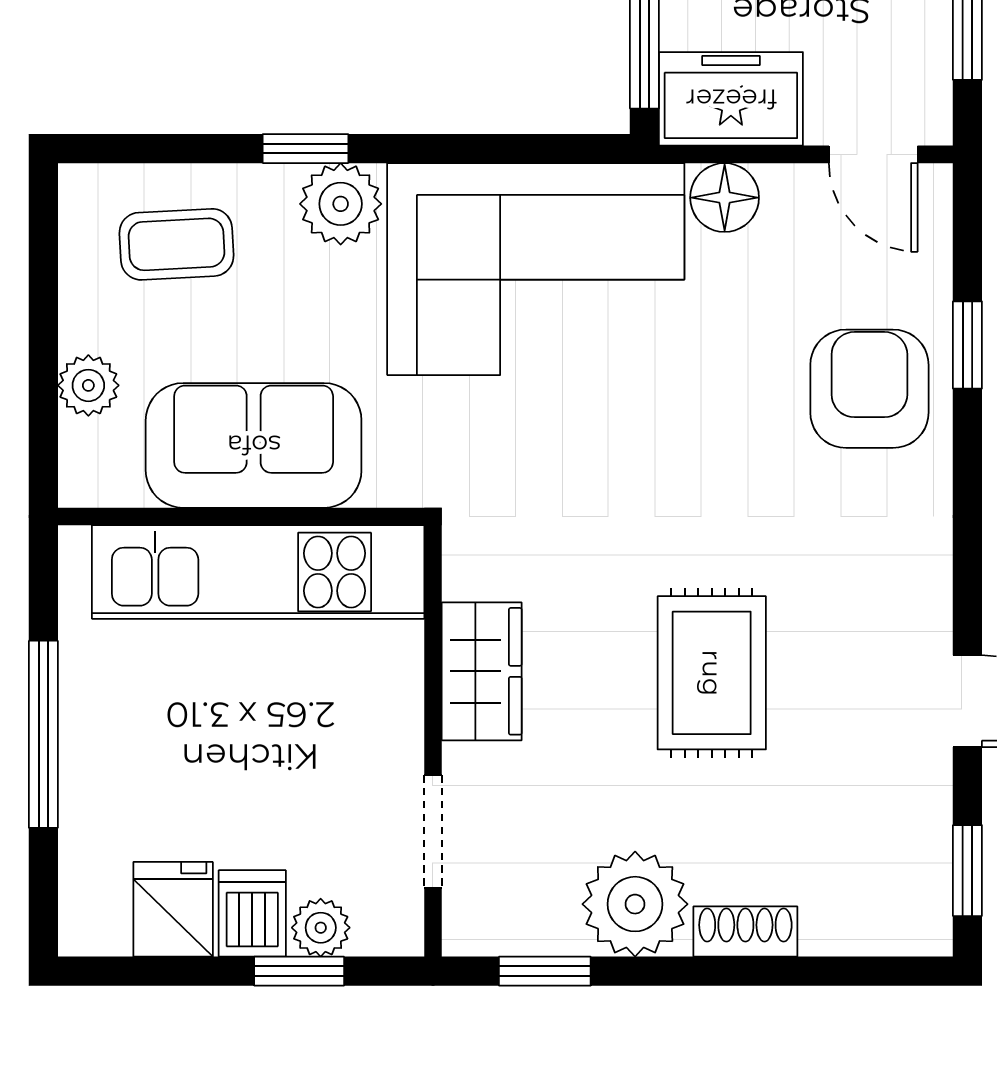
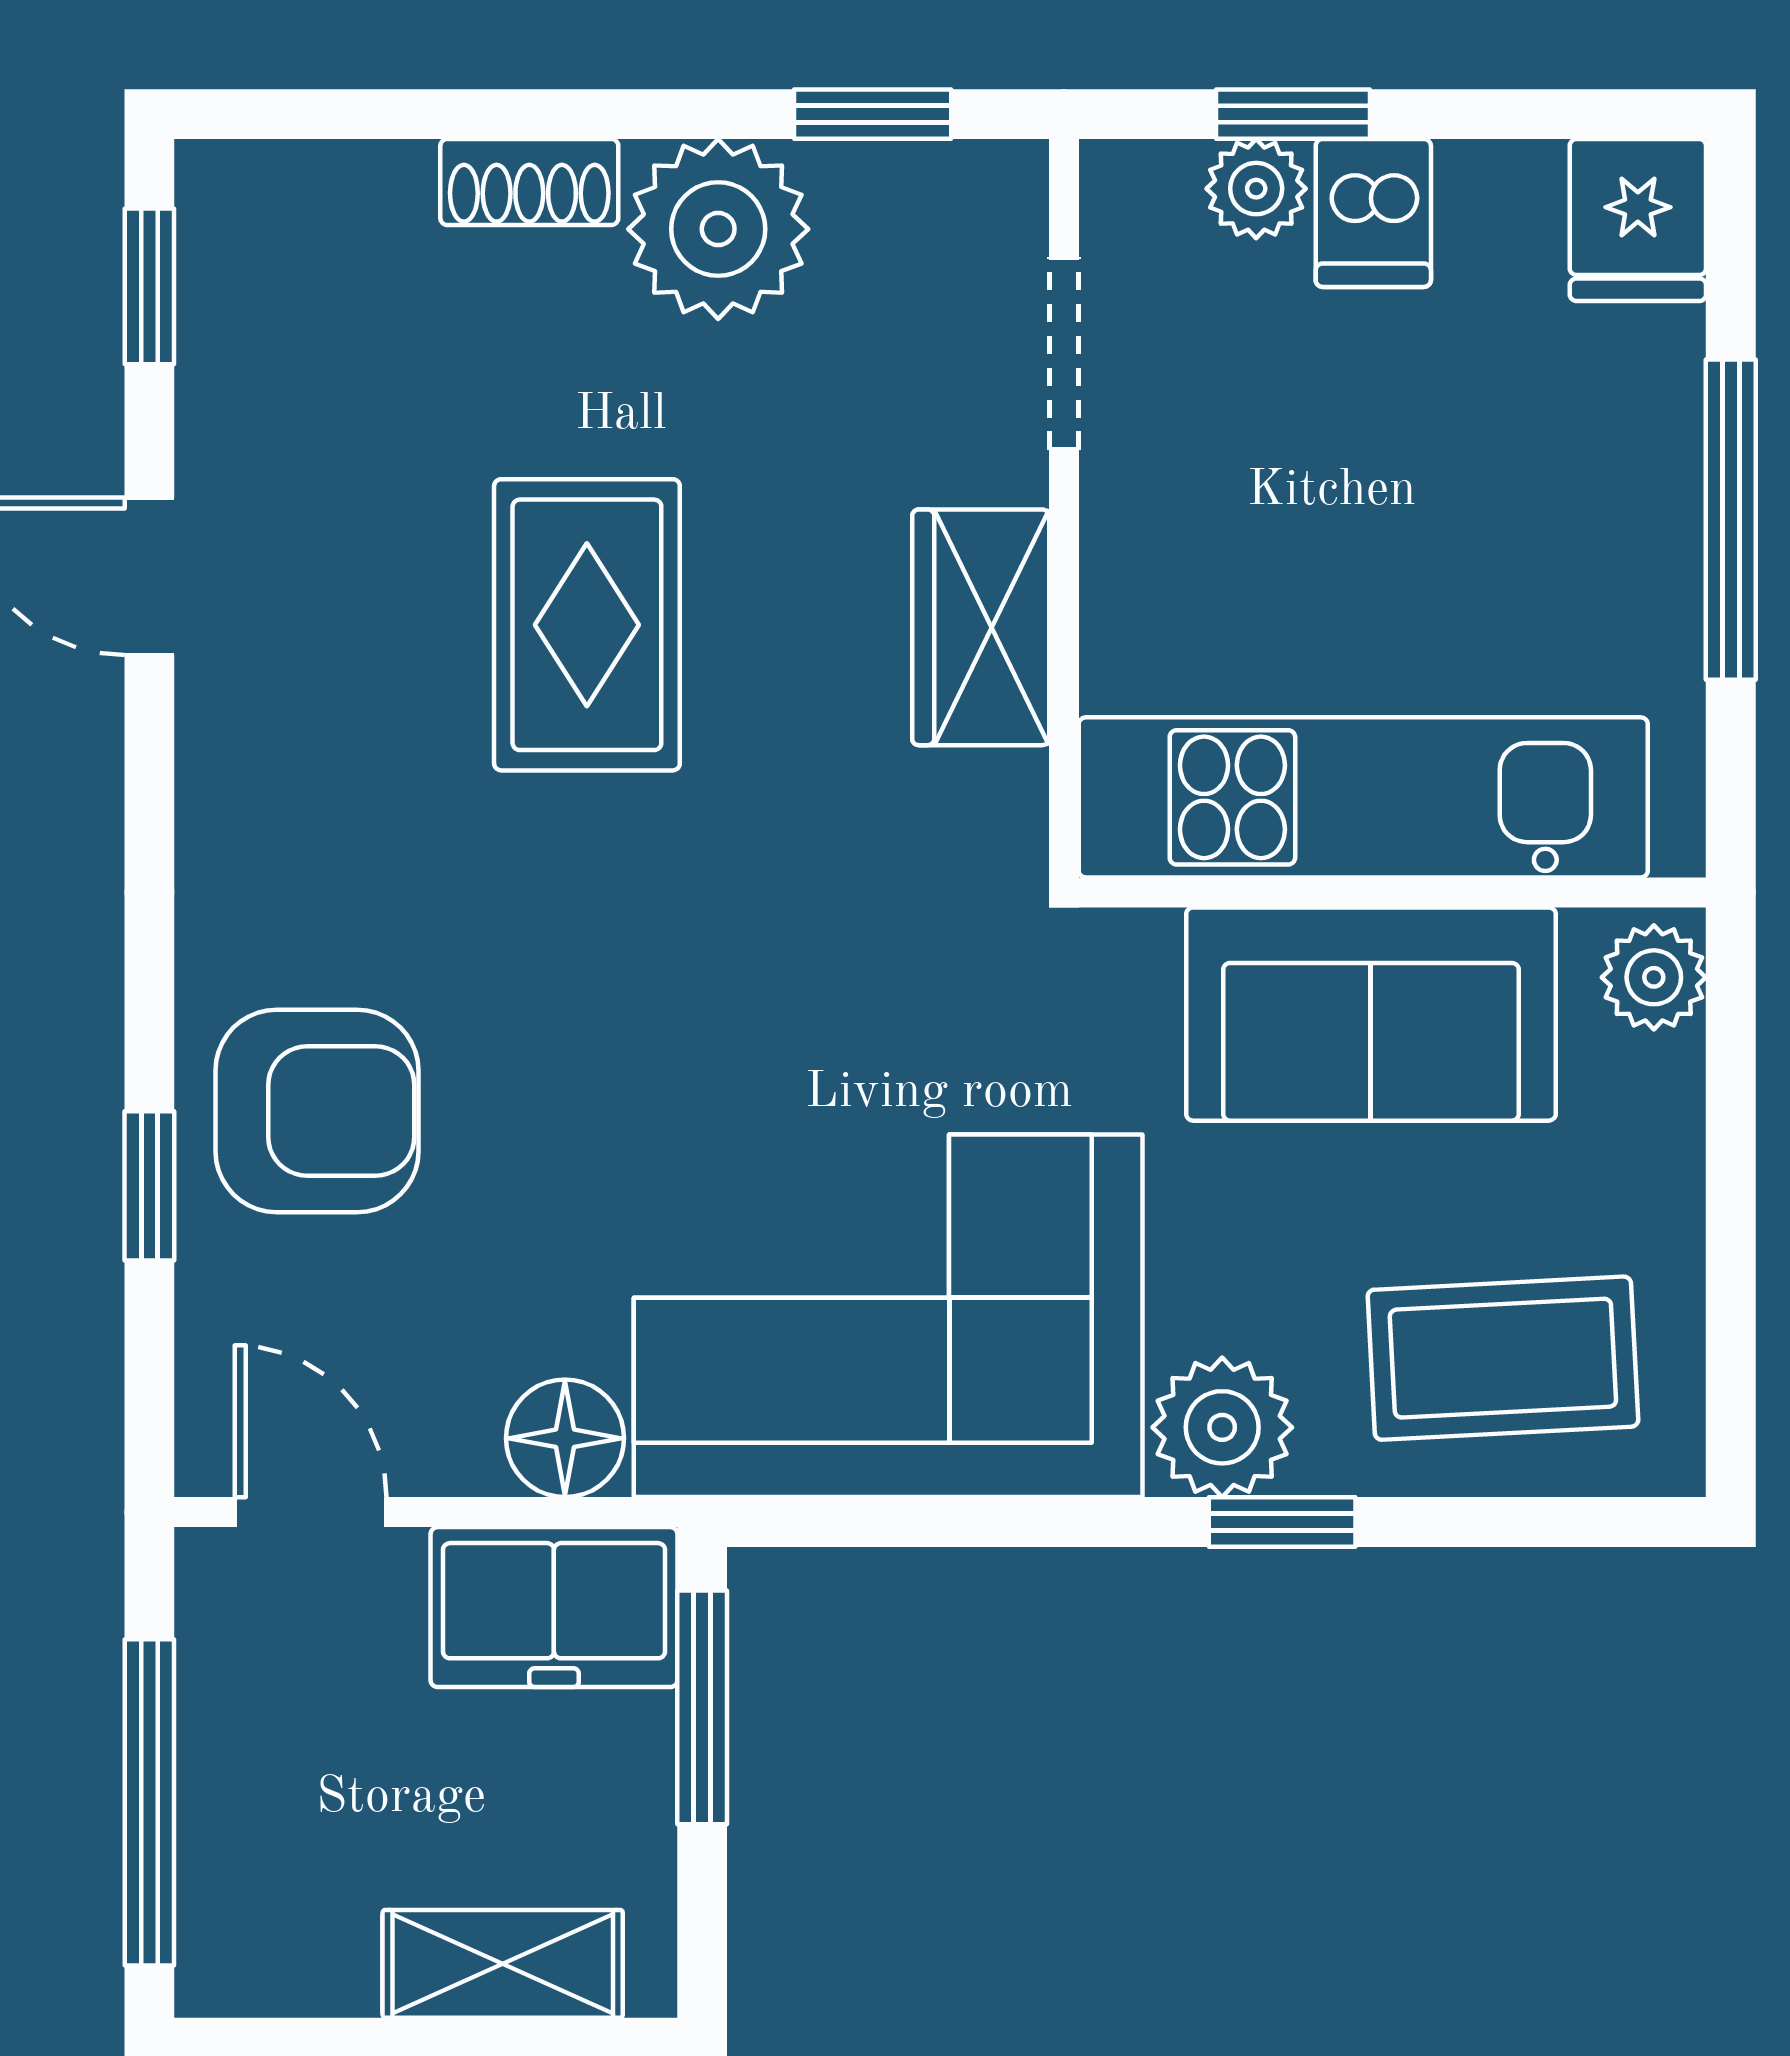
coffee table: (177, 244) -> (1503, 1358), width x1.36, depth x1.30
plant: (88, 385) -> (1654, 977), moved
armchair: (869, 389) -> (317, 1111), turned -90
fridge: (173, 909) -> (1638, 220), moved

